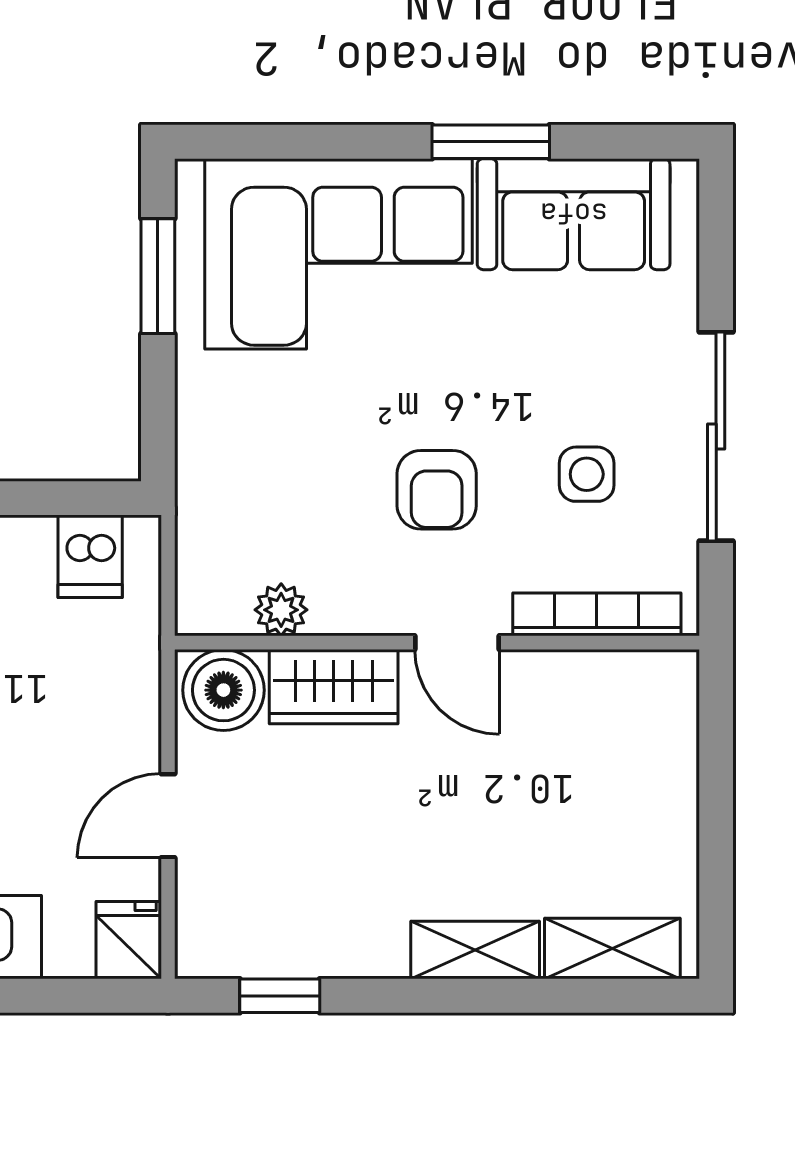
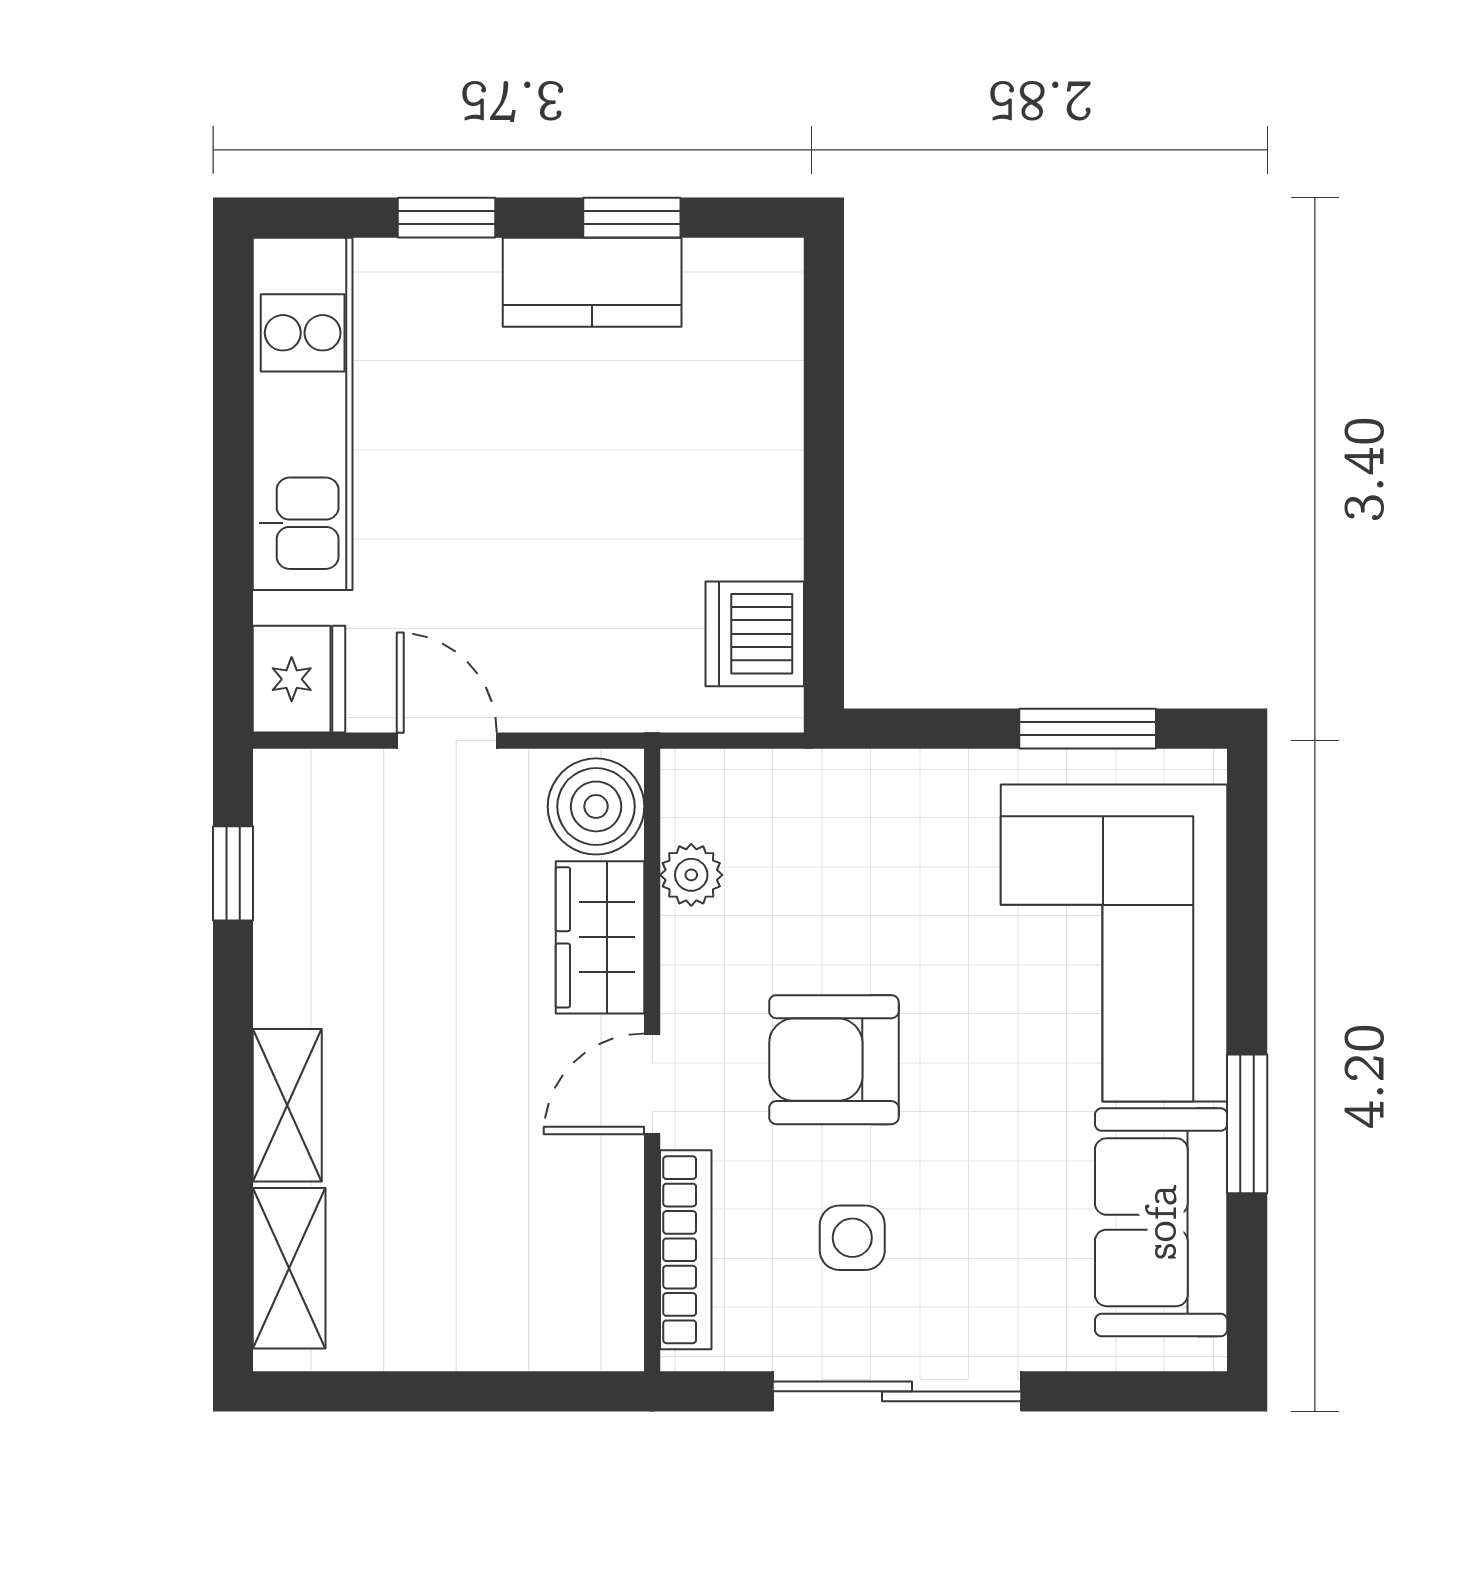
armchair: (437, 490) -> (834, 1060), width x1.38, depth x1.38
dishwasher: (90, 556) -> (755, 634), width x1.38
fridge: (129, 940) -> (299, 679), width x1.38

